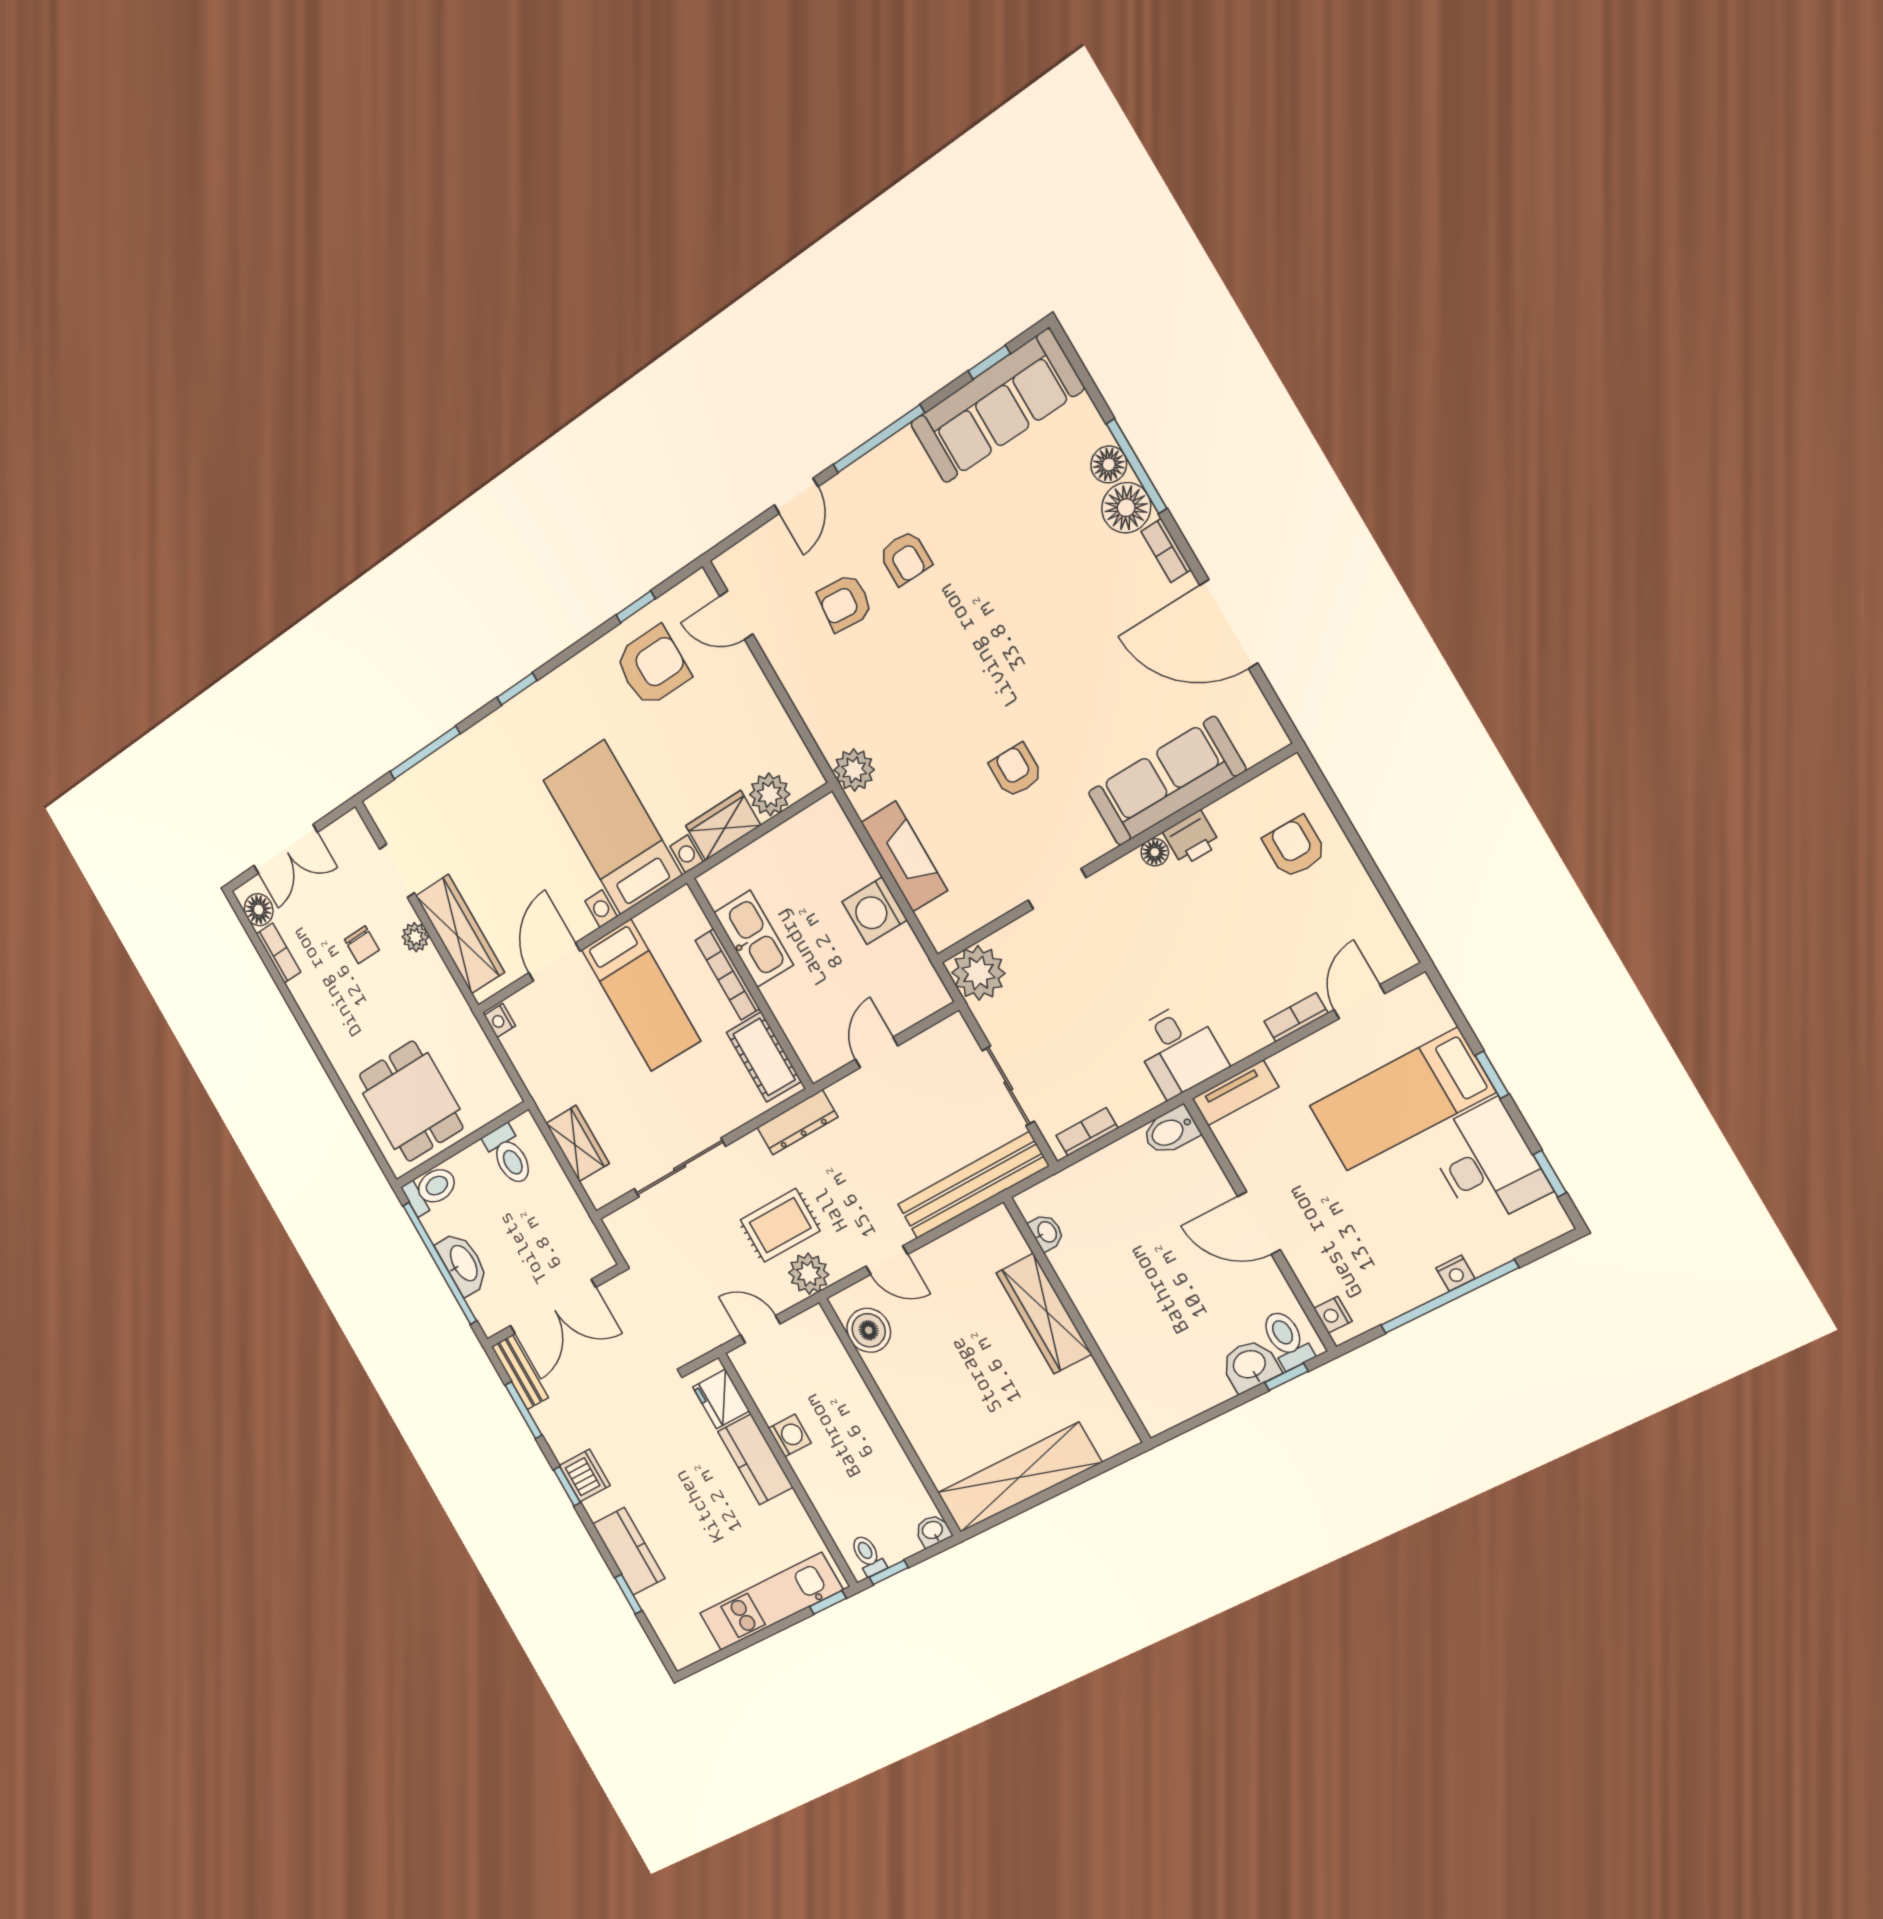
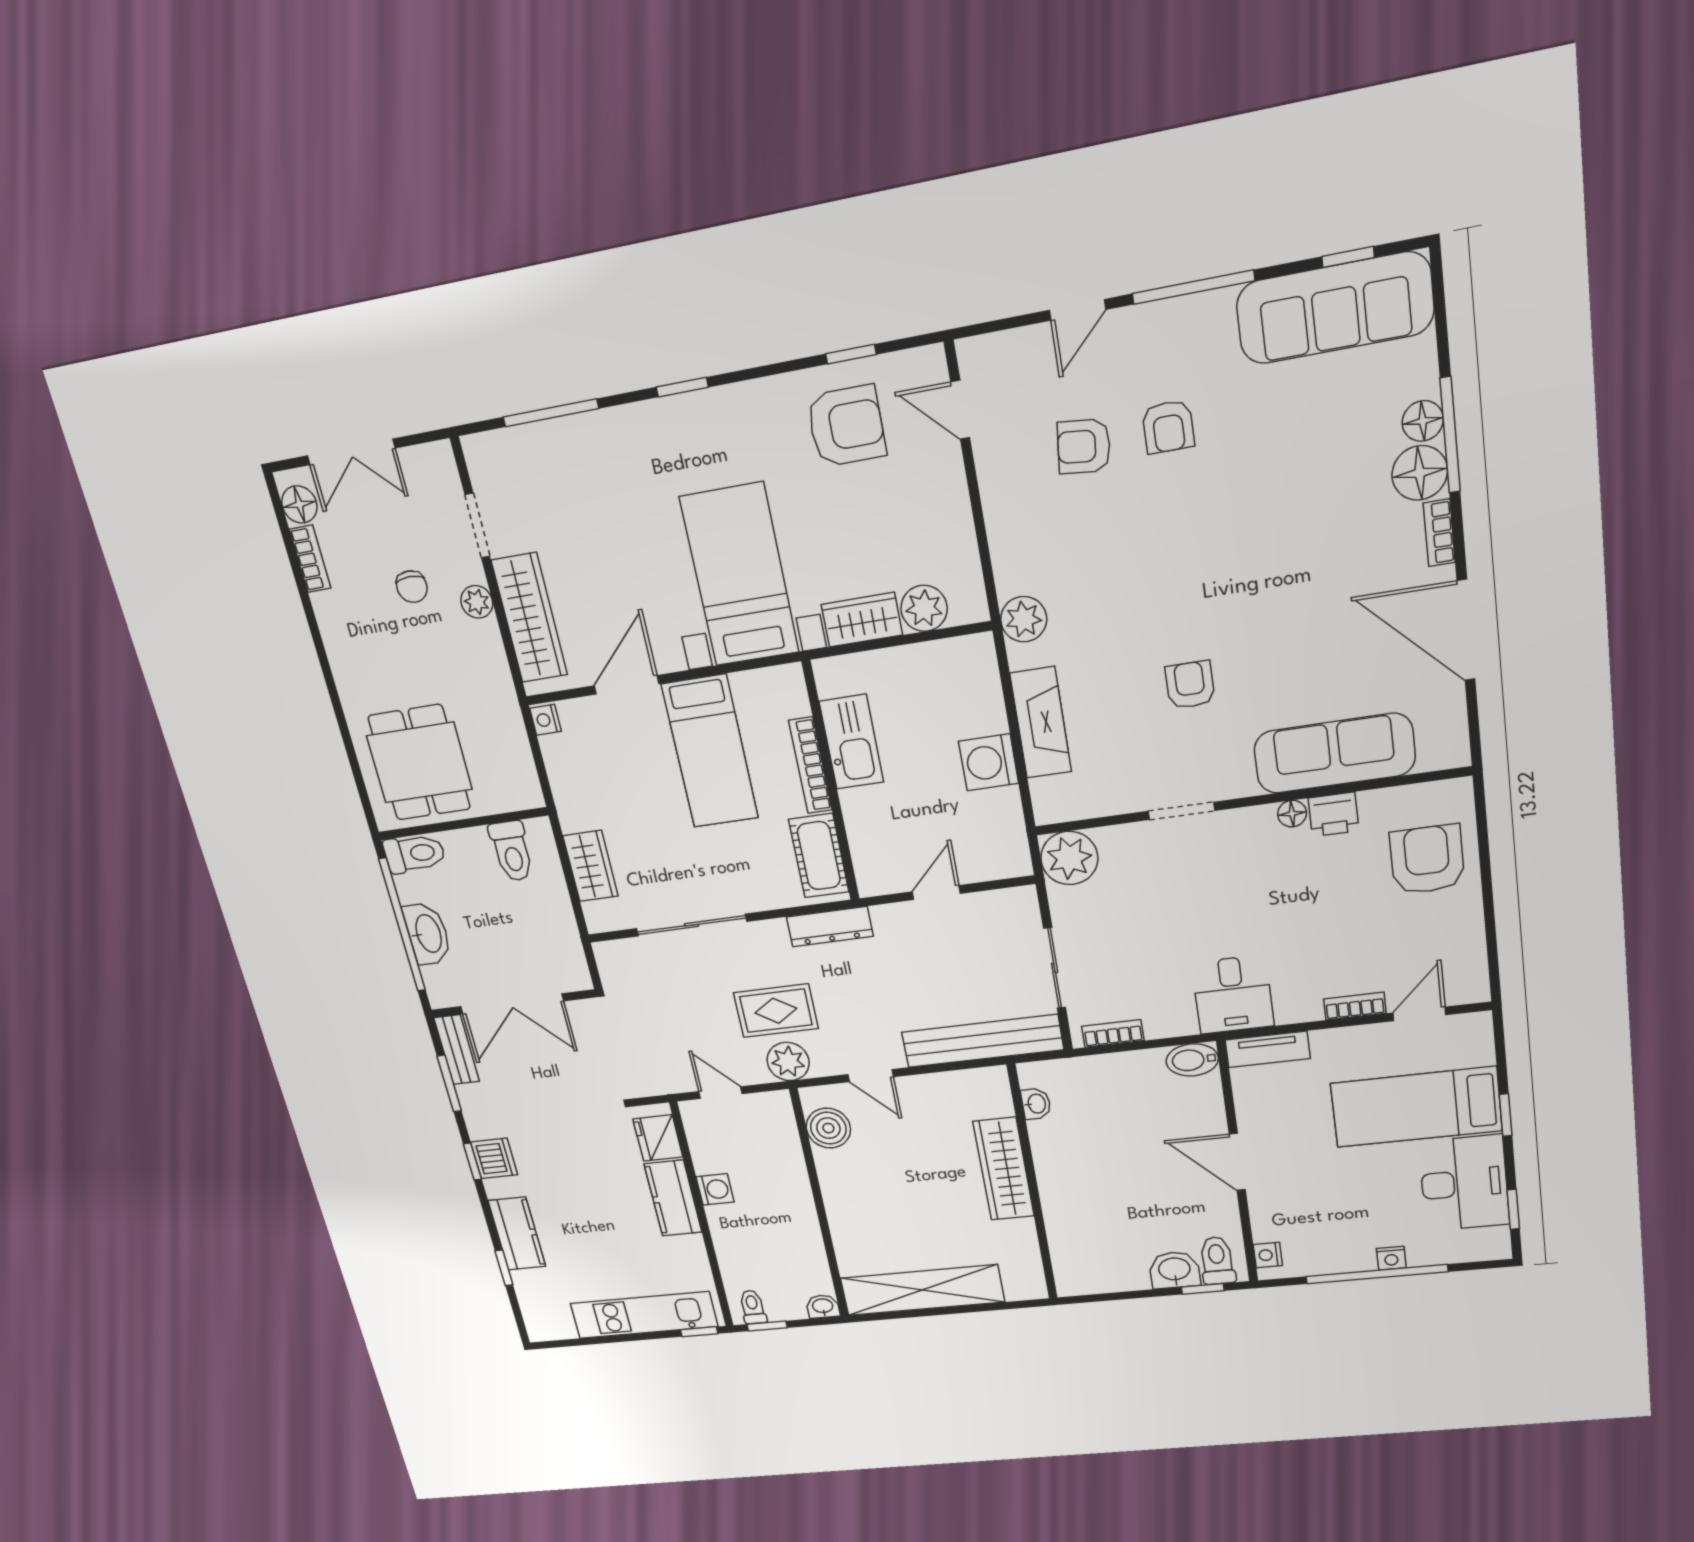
armchair: (1295, 847) -> (1427, 860), width x1.38, depth x1.38

